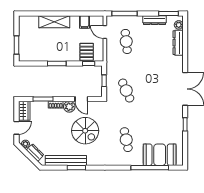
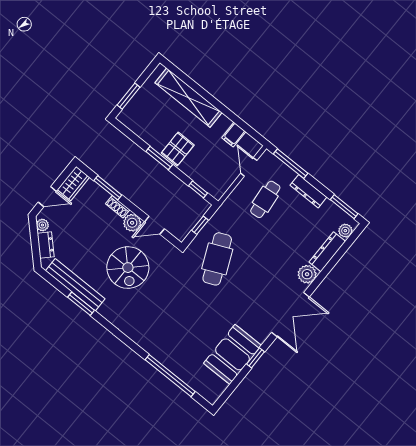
dresser: (155, 20) -> (308, 191), moved
shelving: (54, 22) -> (188, 98), width x1.47
pallet: (87, 52) -> (178, 149), moved
plant: (177, 62) -> (307, 274), added
cafe table: (126, 91) -> (217, 259), width x1.37, depth x1.35
door: (81, 99) -> (154, 225), hinge flipped
cafe table: (126, 140) -> (169, 319), removed
booth: (160, 155) -> (232, 354), moved, turned 90

